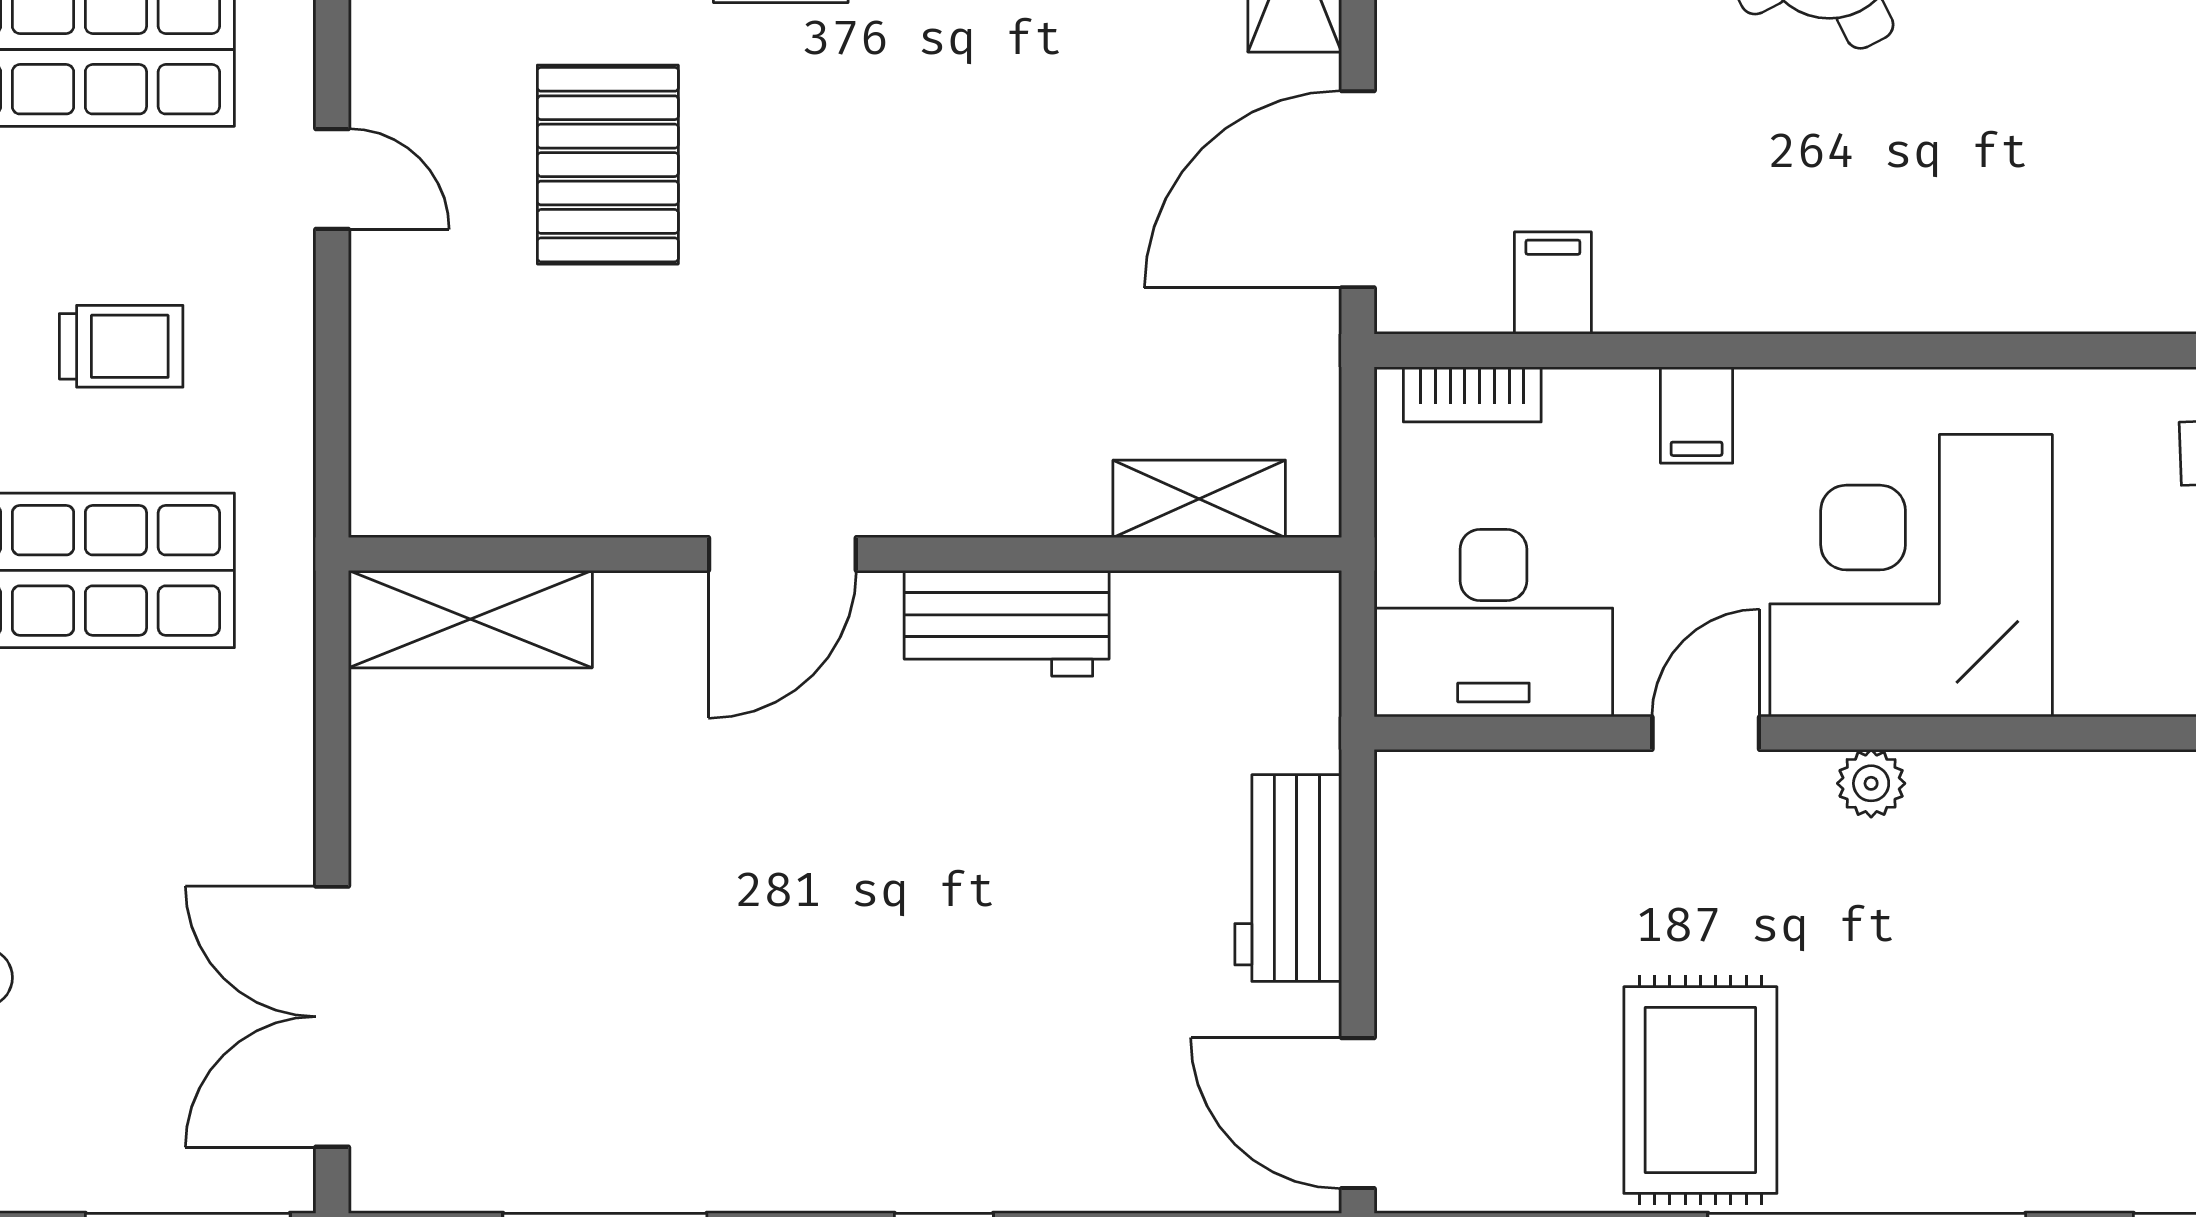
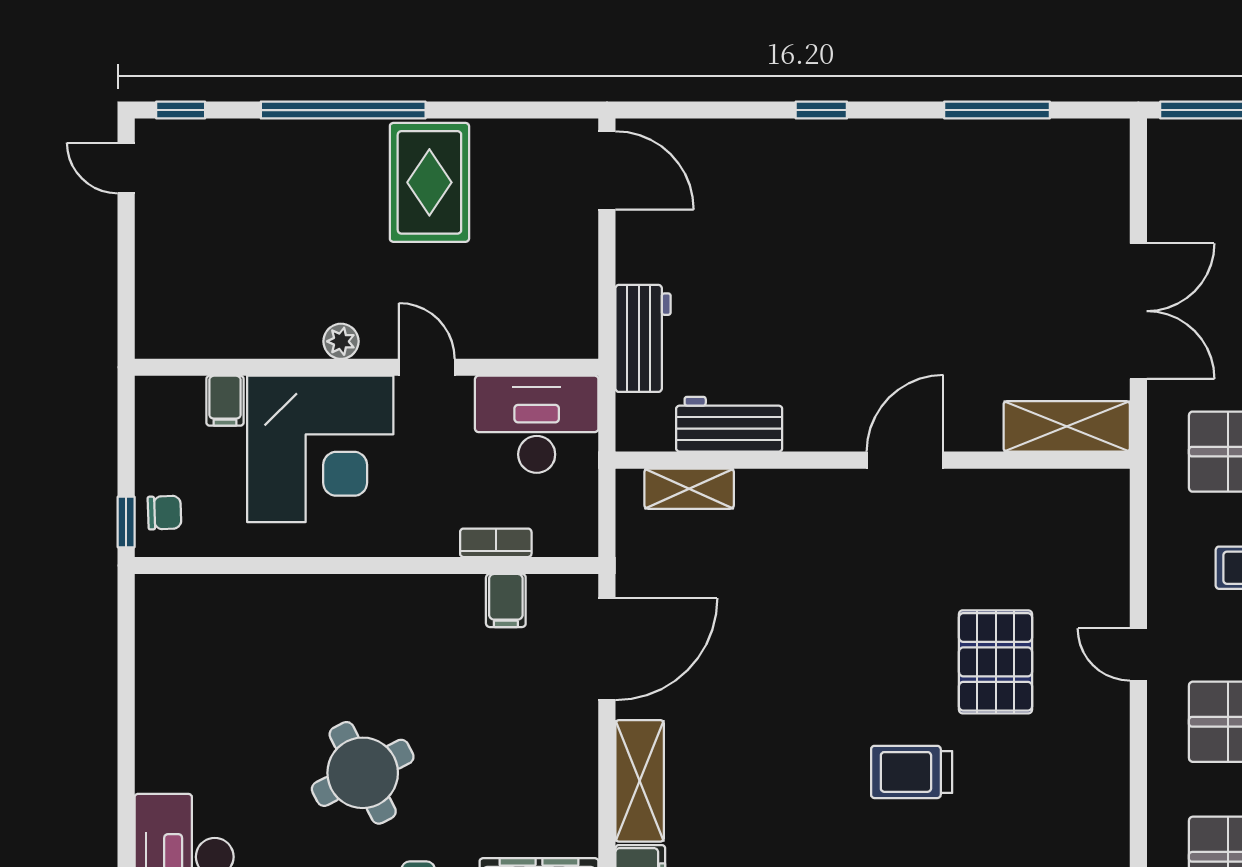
bookcase: (1472, 394) -> (496, 543), moved
filing cabinet: (1697, 415) -> (225, 401), moved, turned 180
workbench: (1007, 623) -> (729, 424), moved
door: (1706, 733) -> (427, 367), swing flipped
workbench: (1288, 878) -> (643, 338), moved
double door: (332, 1017) -> (1138, 311), moved

